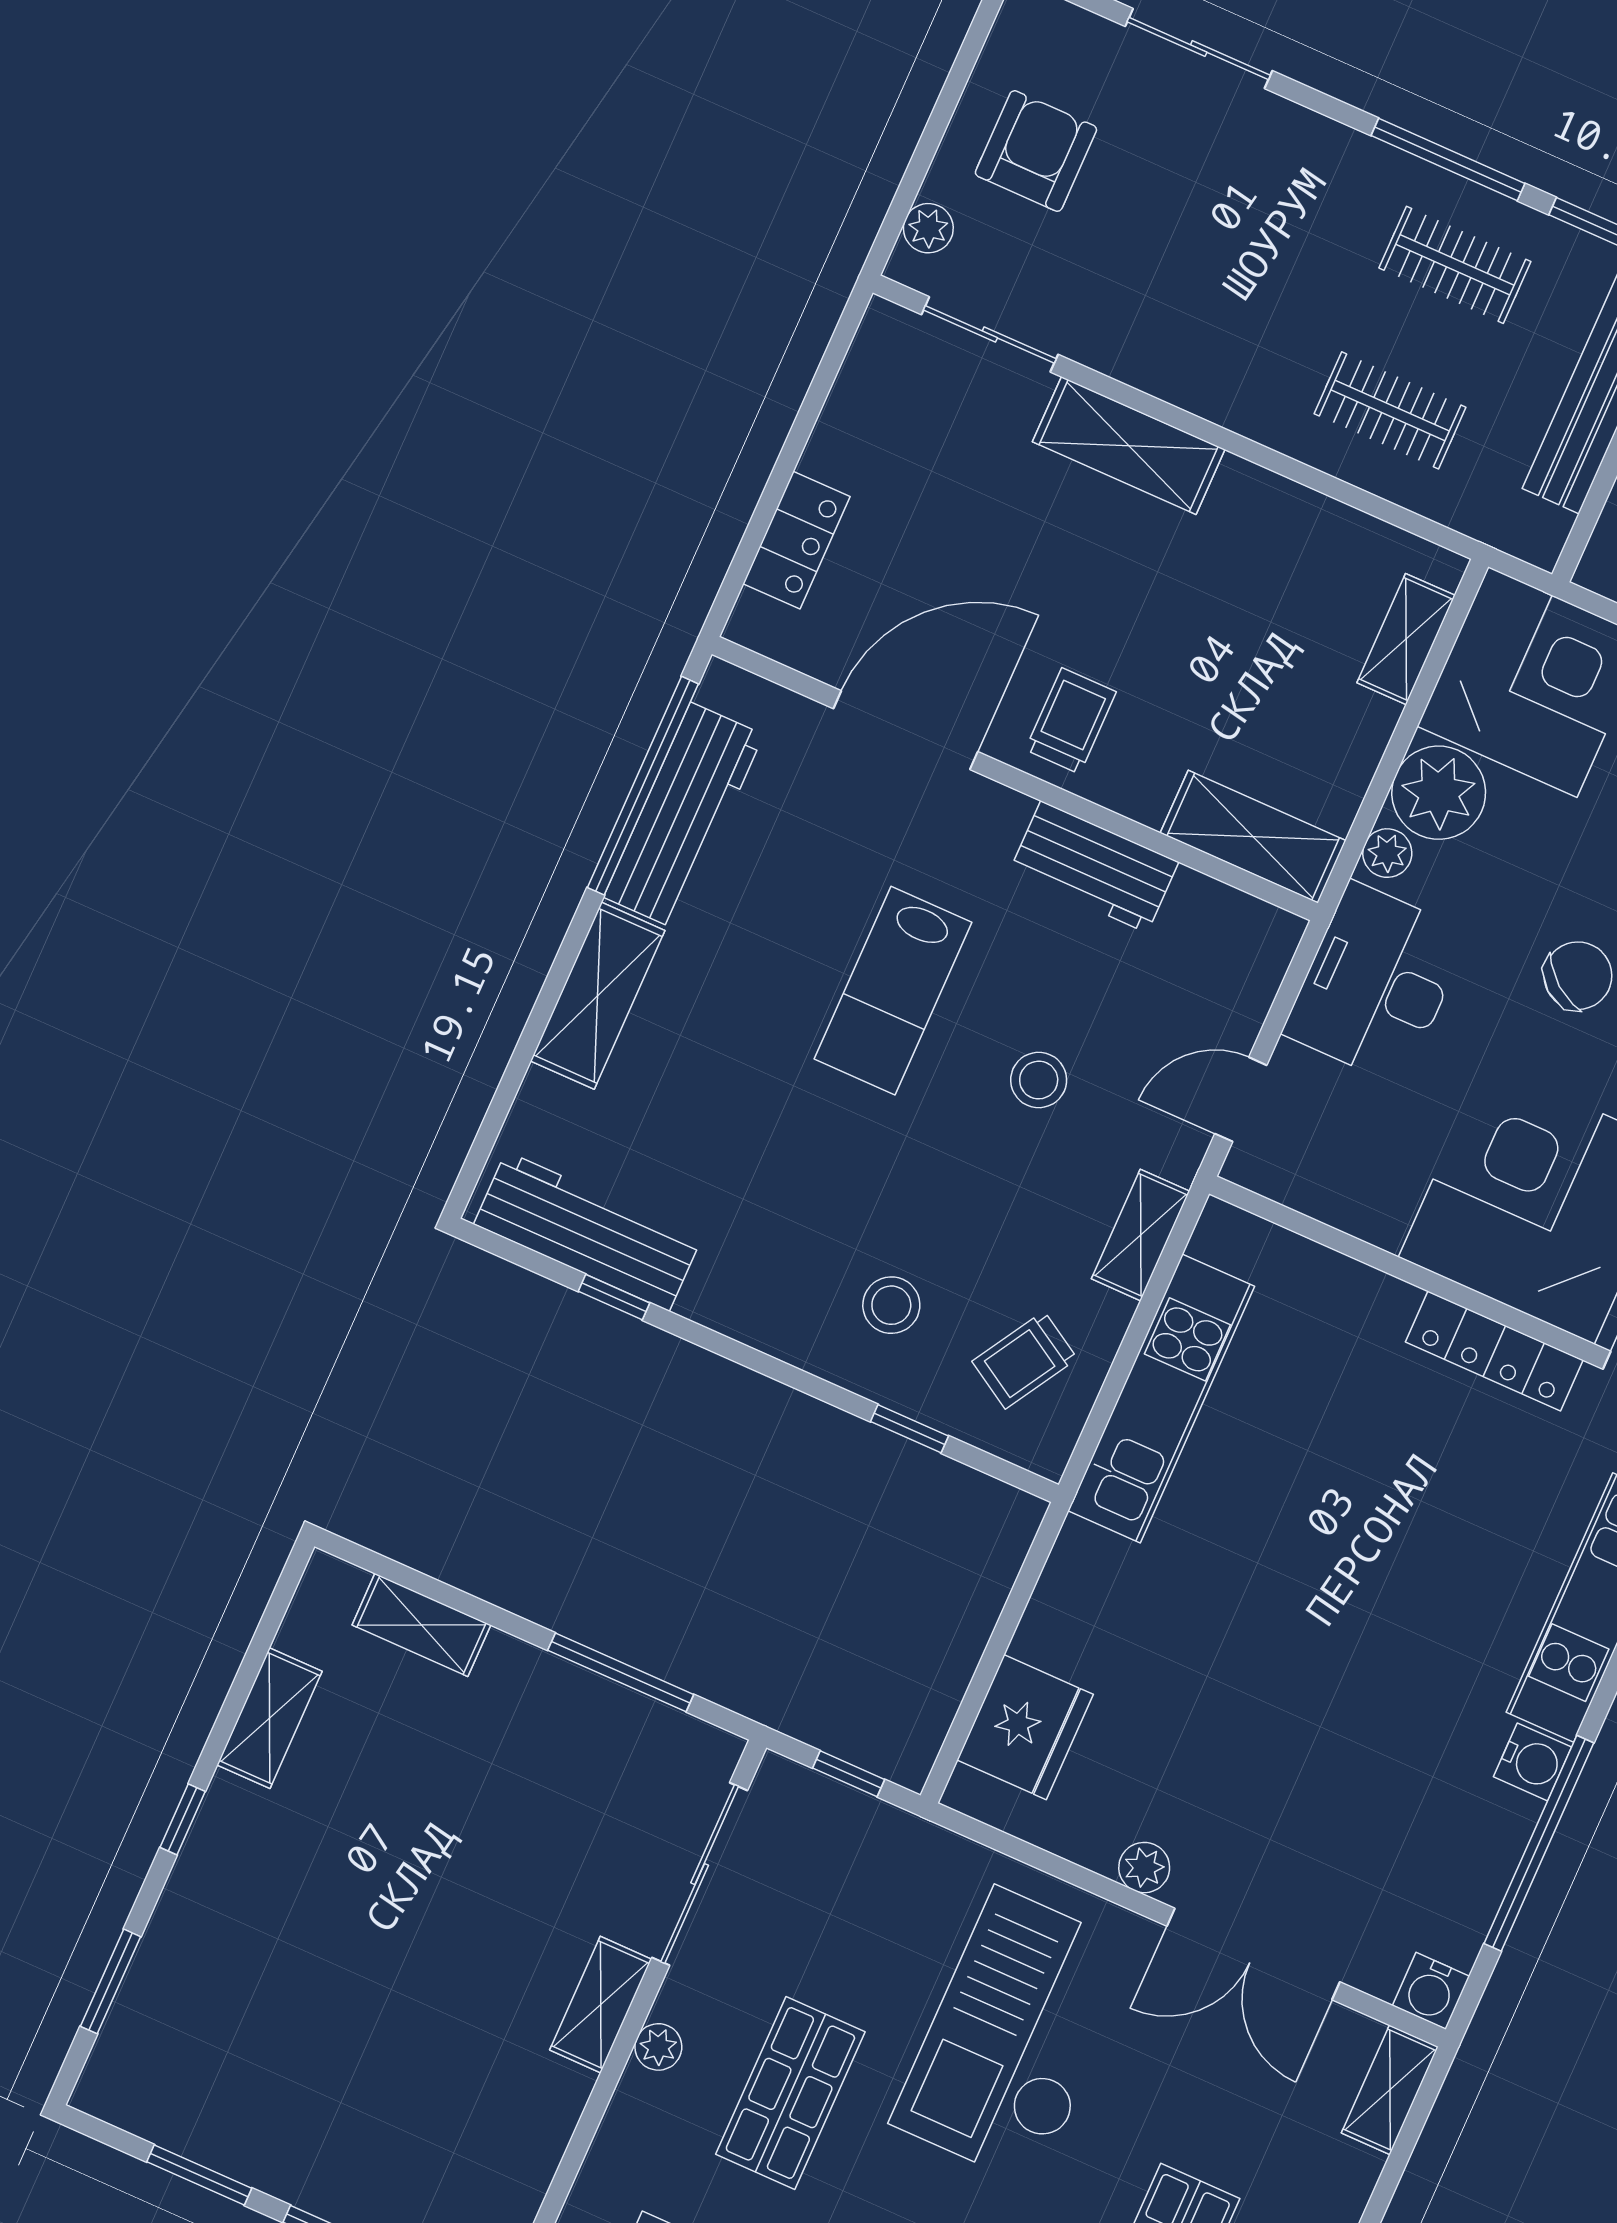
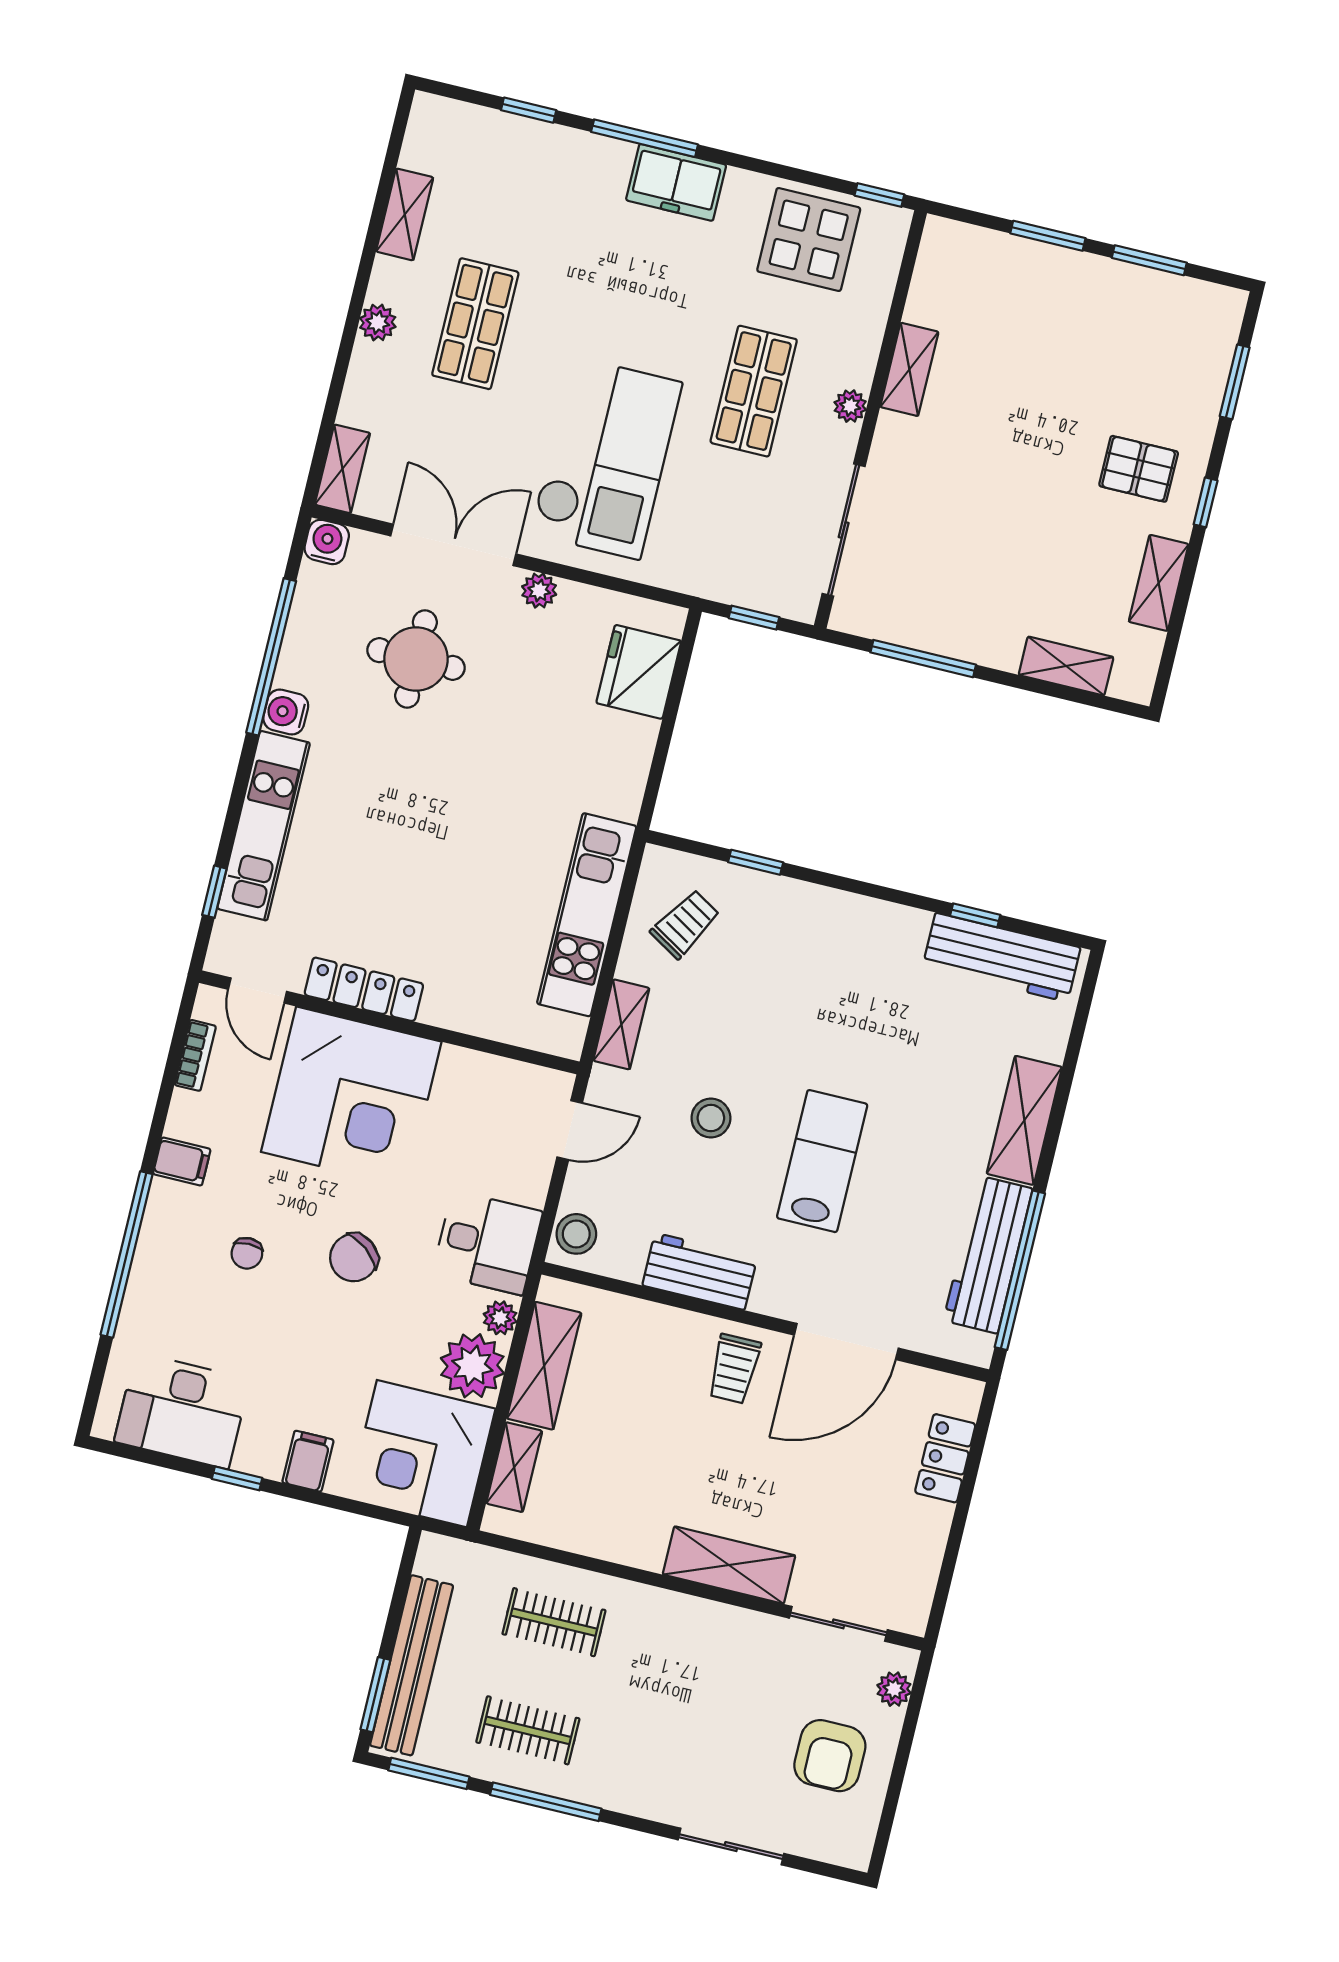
shelving: (1253, 837) -> (544, 1366), moved, turned 90
desk: (1376, 983) -> (488, 1243), width x0.73
stool: (891, 1305) -> (576, 1234), moved
round table: (1335, 1803) -> (416, 659), added
pallet: (268, 1884) -> (1139, 469), added
shelving: (601, 2005) -> (909, 369), moved

